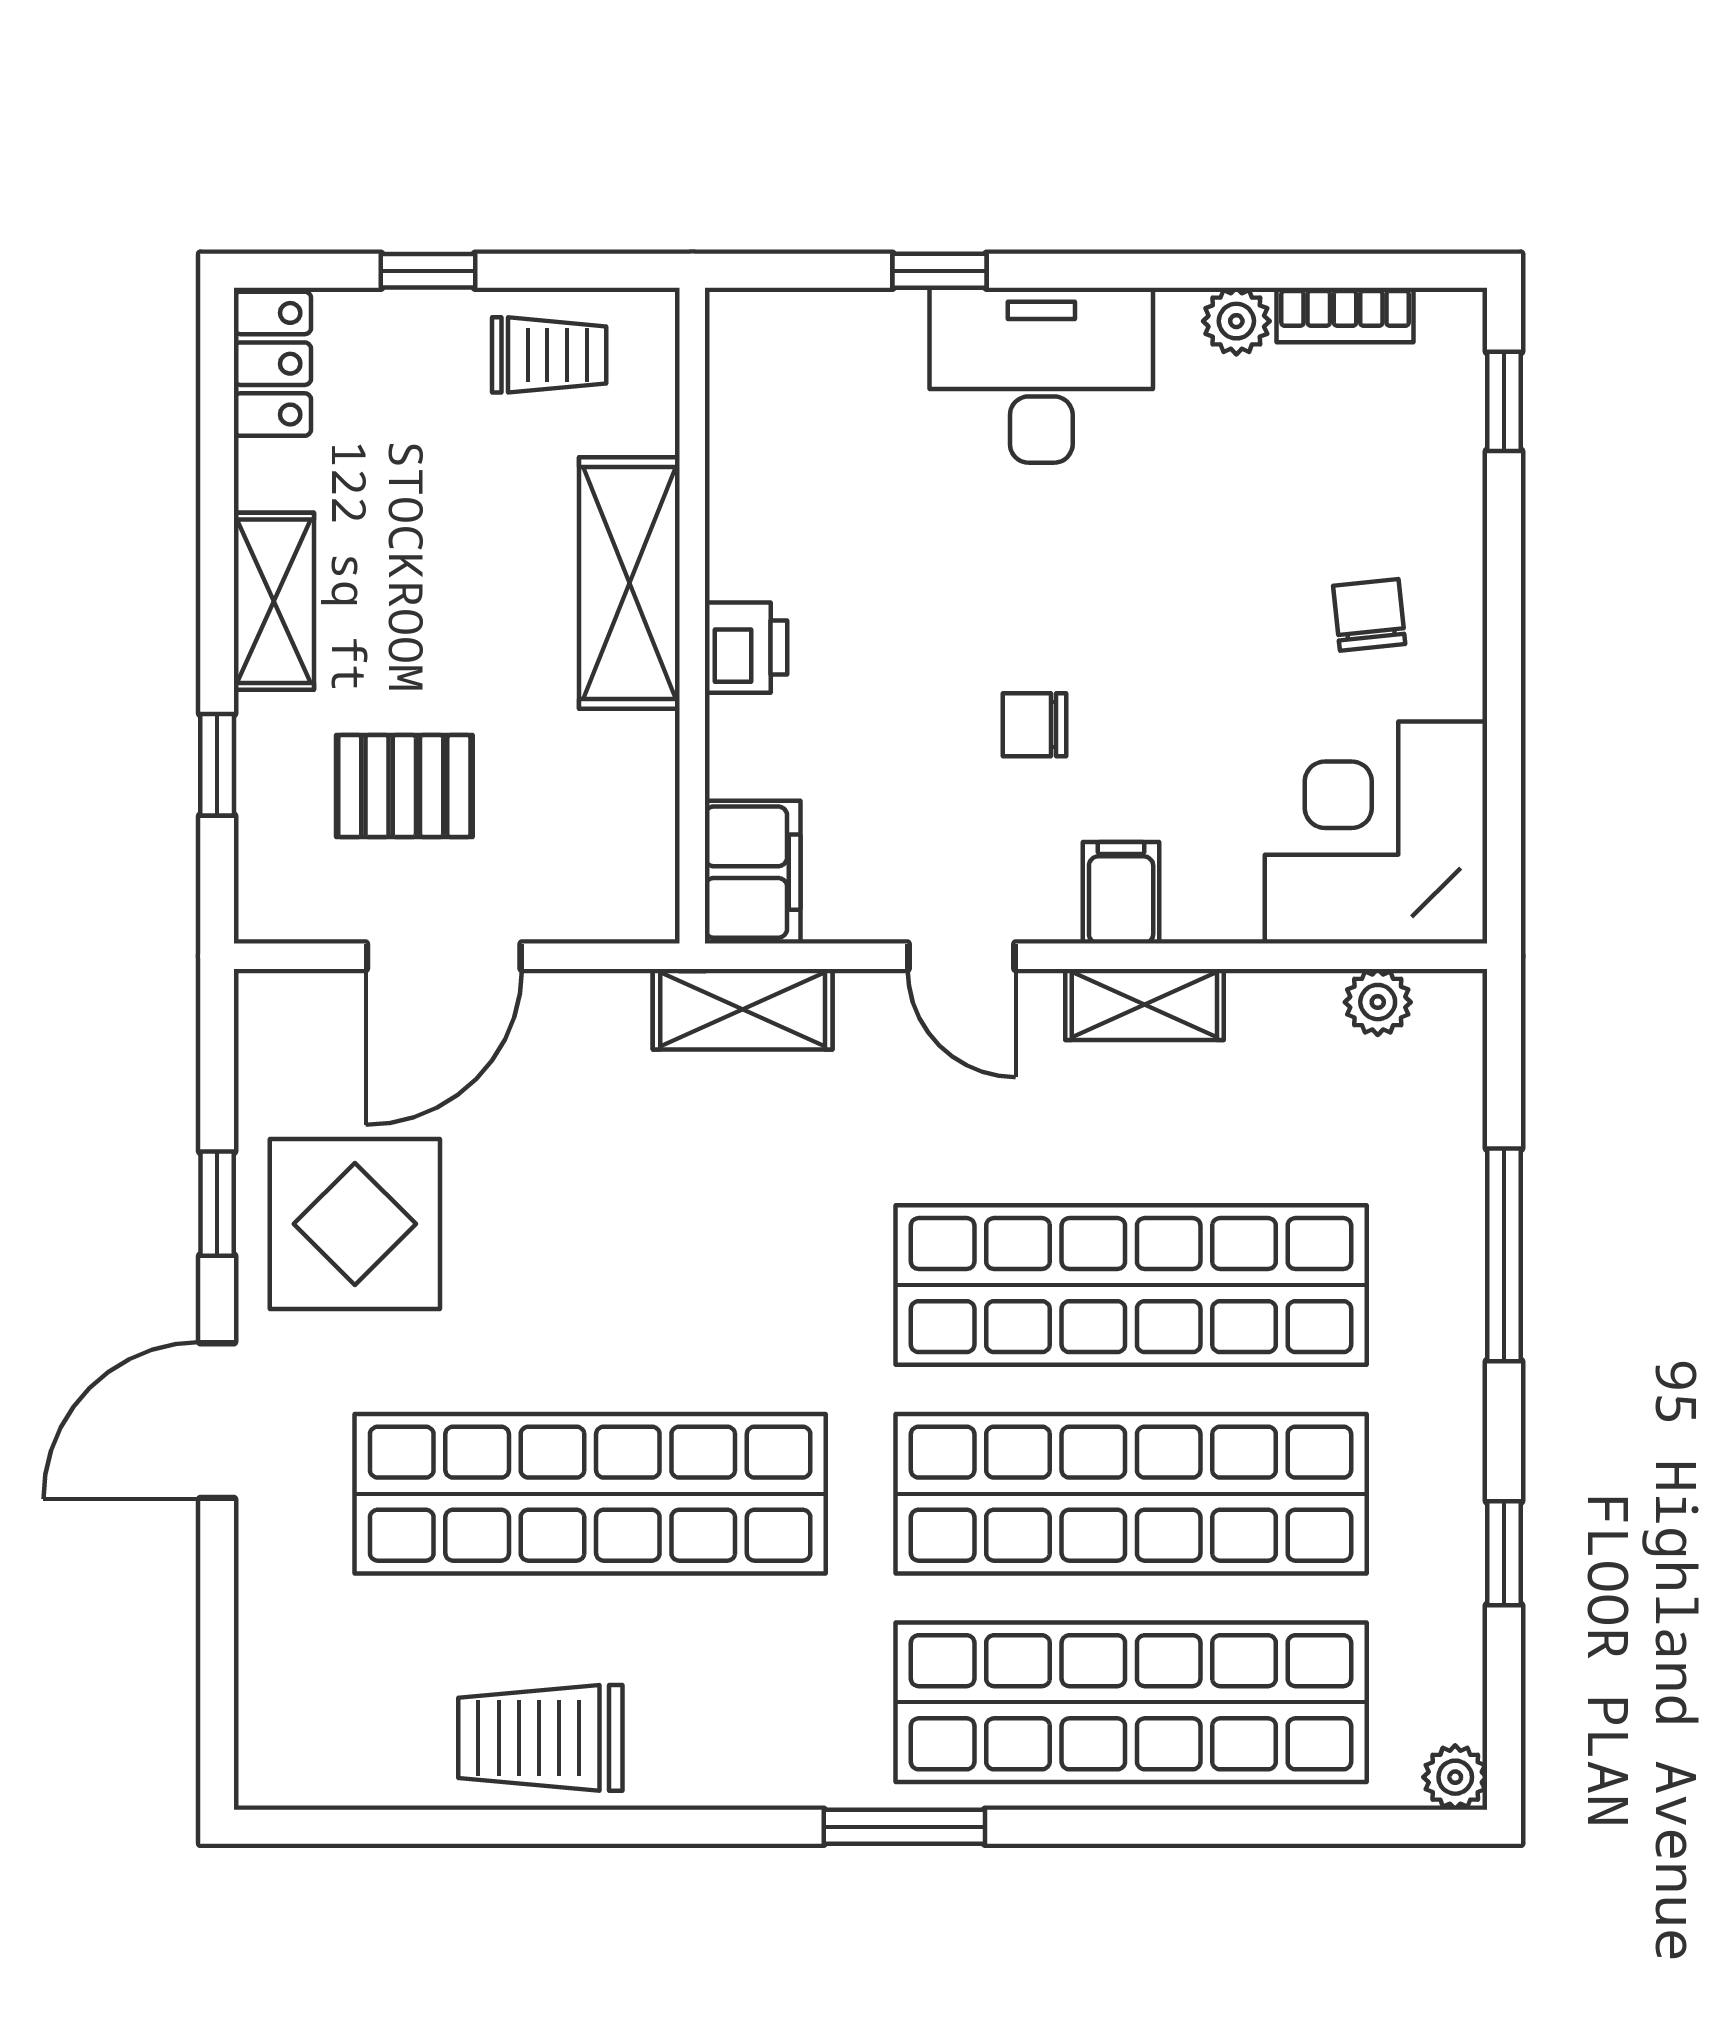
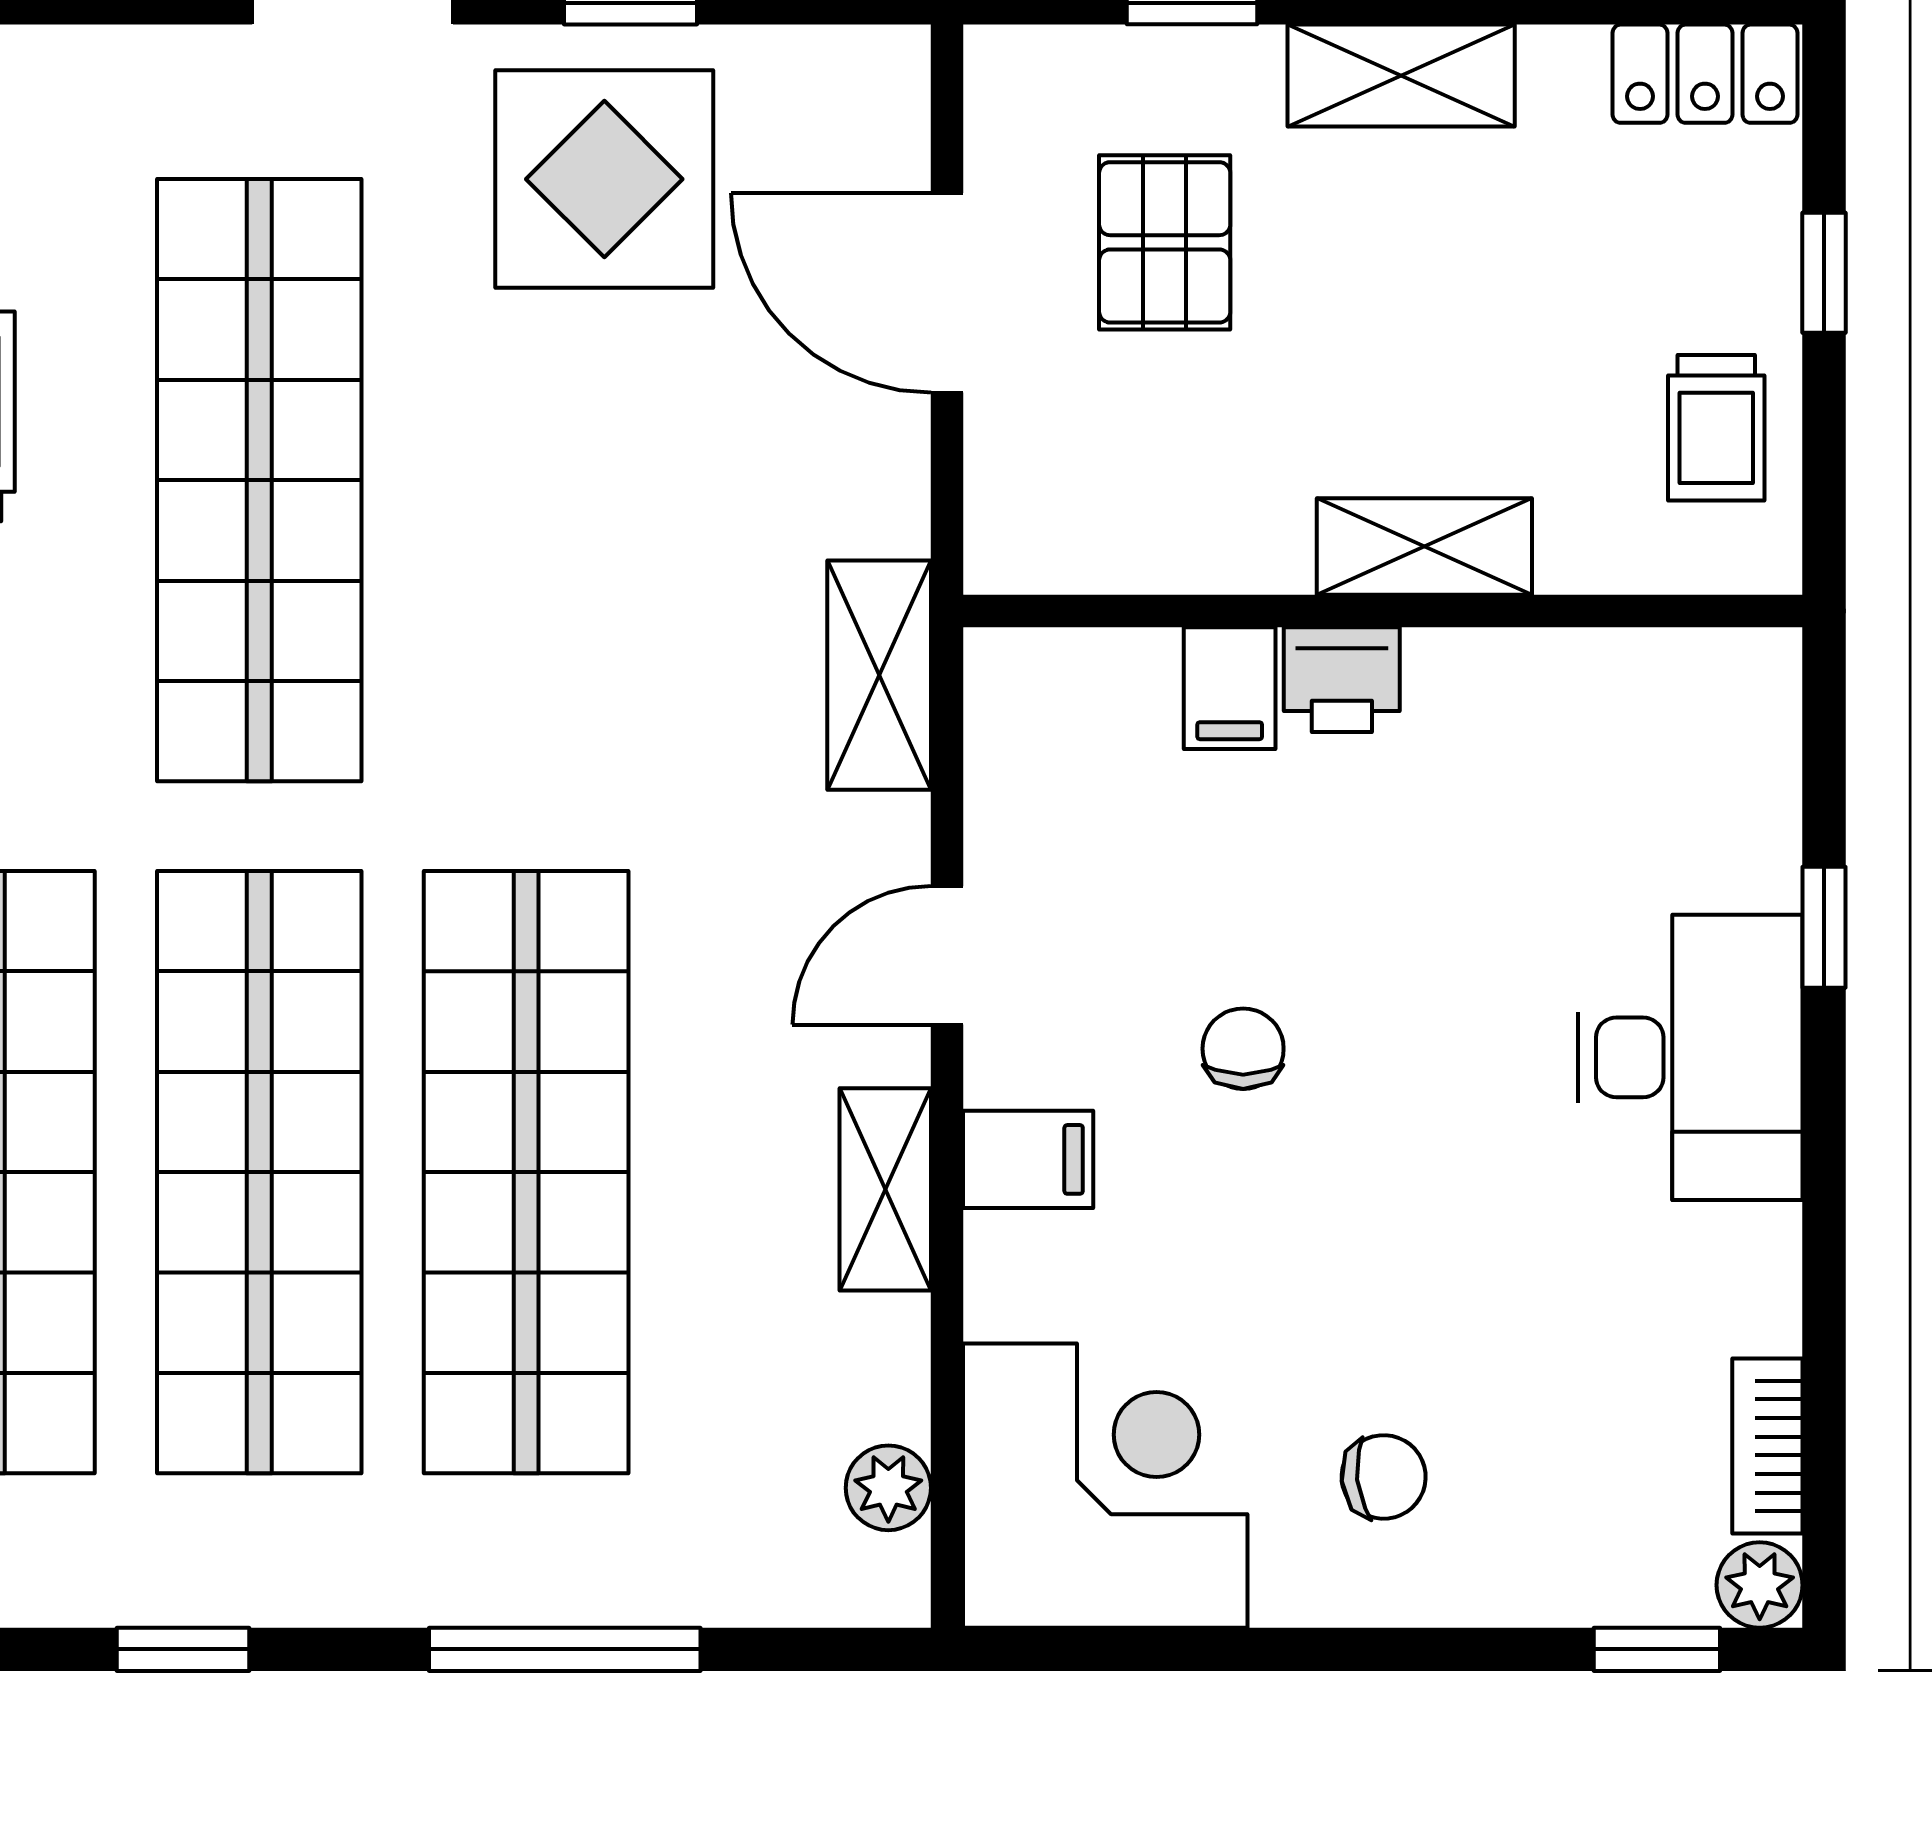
plant: (1236, 321) -> (1760, 1585), moved
shelving: (629, 583) -> (1424, 546), width x0.67, depth x0.75
filing cabinet: (753, 872) -> (1230, 688), moved, width x0.50

